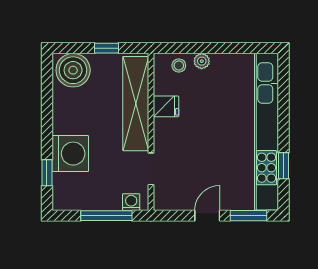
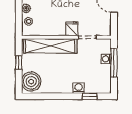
fridge: (166, 106) -> (72, 29), moved
washing machine: (70, 154) -> (79, 88), width x0.53, depth x0.53
washing machine: (131, 202) -> (106, 59), moved

